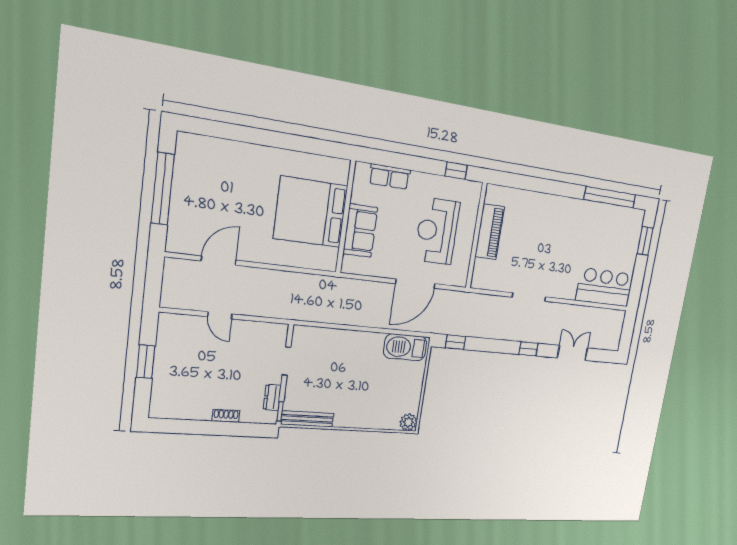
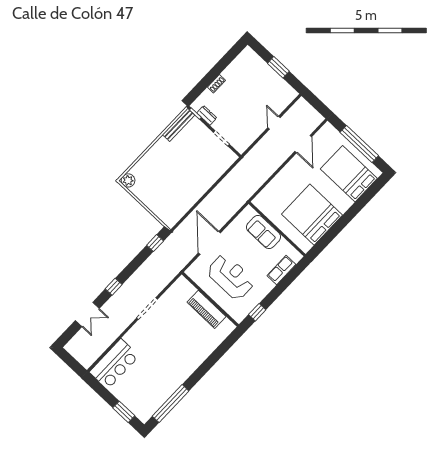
bed: (212, 175) -> (349, 174), added
bed: (311, 212) -> (312, 215), moved, turned -90
door: (220, 315) -> (274, 123), hinge flipped
barbecue: (405, 347) -> (176, 211), removed

